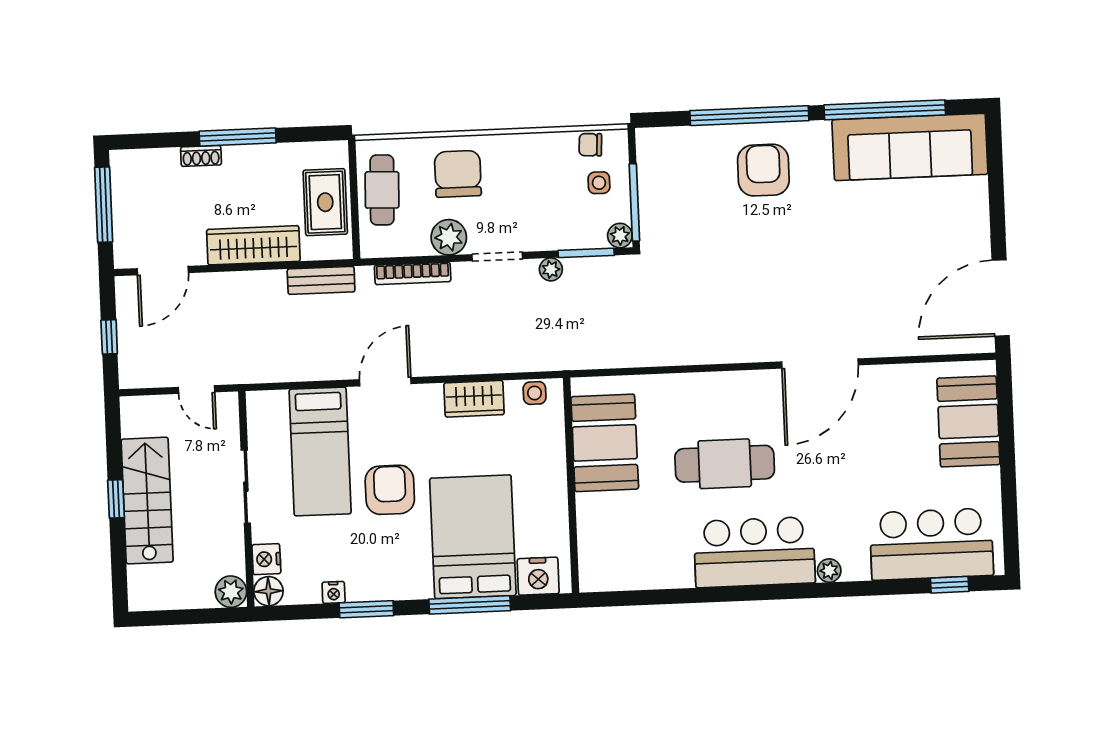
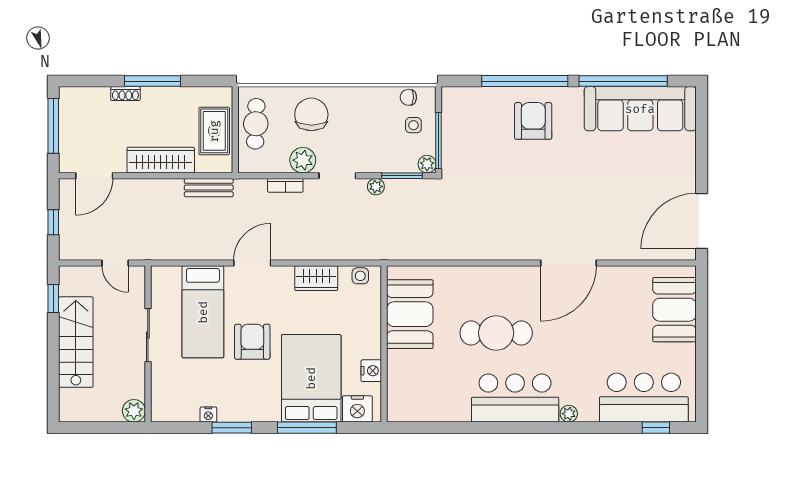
bookcase: (413, 273) -> (285, 185), width x0.64
window: (116, 499) -> (53, 298), moved
nightstand: (266, 559) -> (371, 371), moved, turned 180
floor lamp: (268, 591) -> (161, 412), removed

